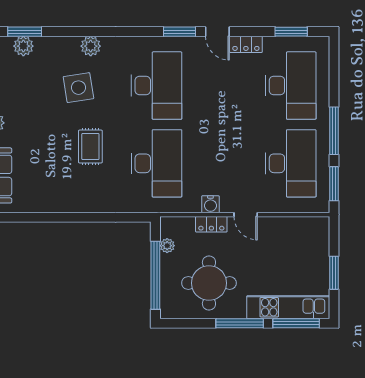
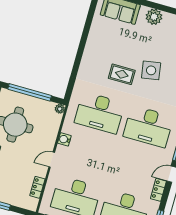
side table: (78, 88) -> (151, 70), moved
locker: (211, 224) -> (37, 187), moved
plant: (167, 246) -> (60, 109), moved

